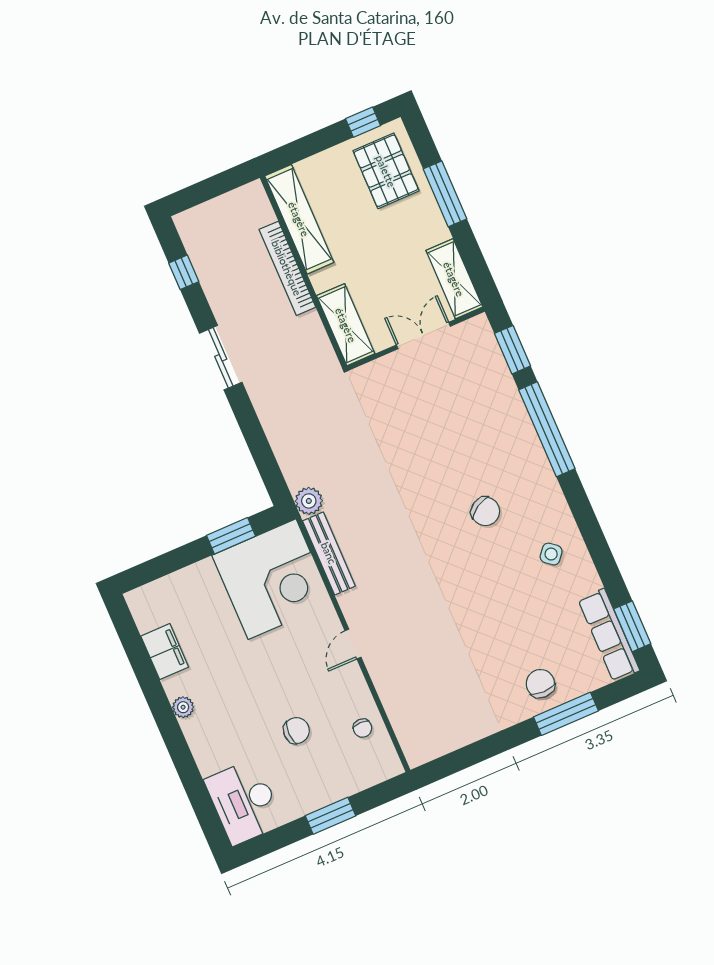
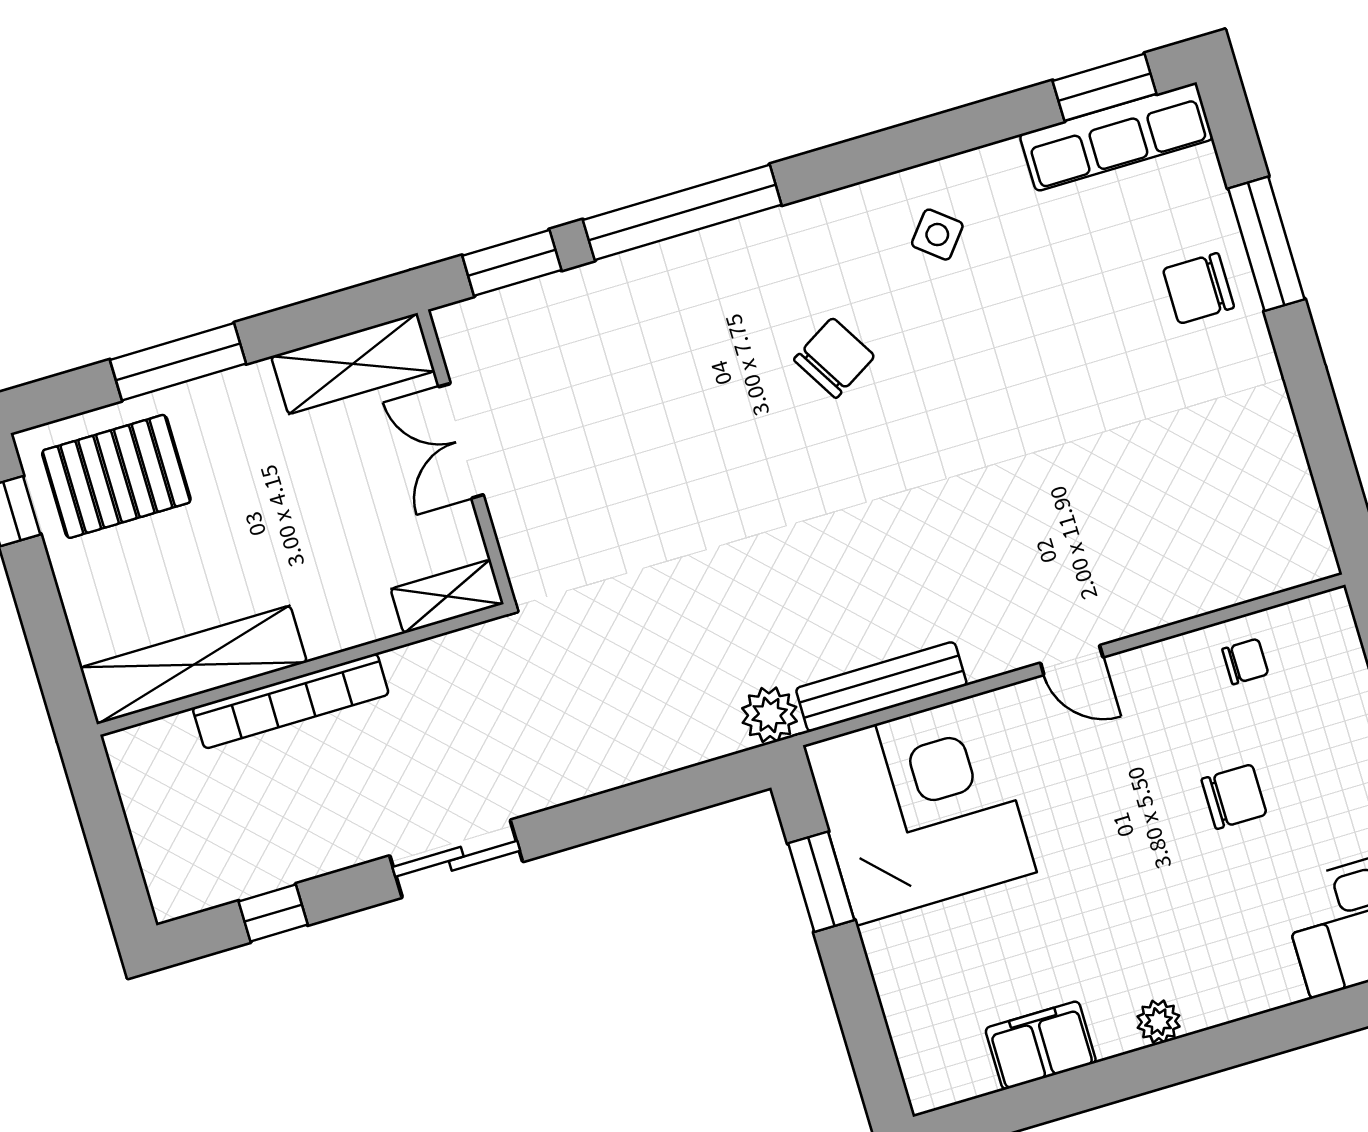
shelving: (346, 325) -> (447, 596), width x0.67, depth x0.75
chair: (296, 731) -> (1234, 797), turned 90

